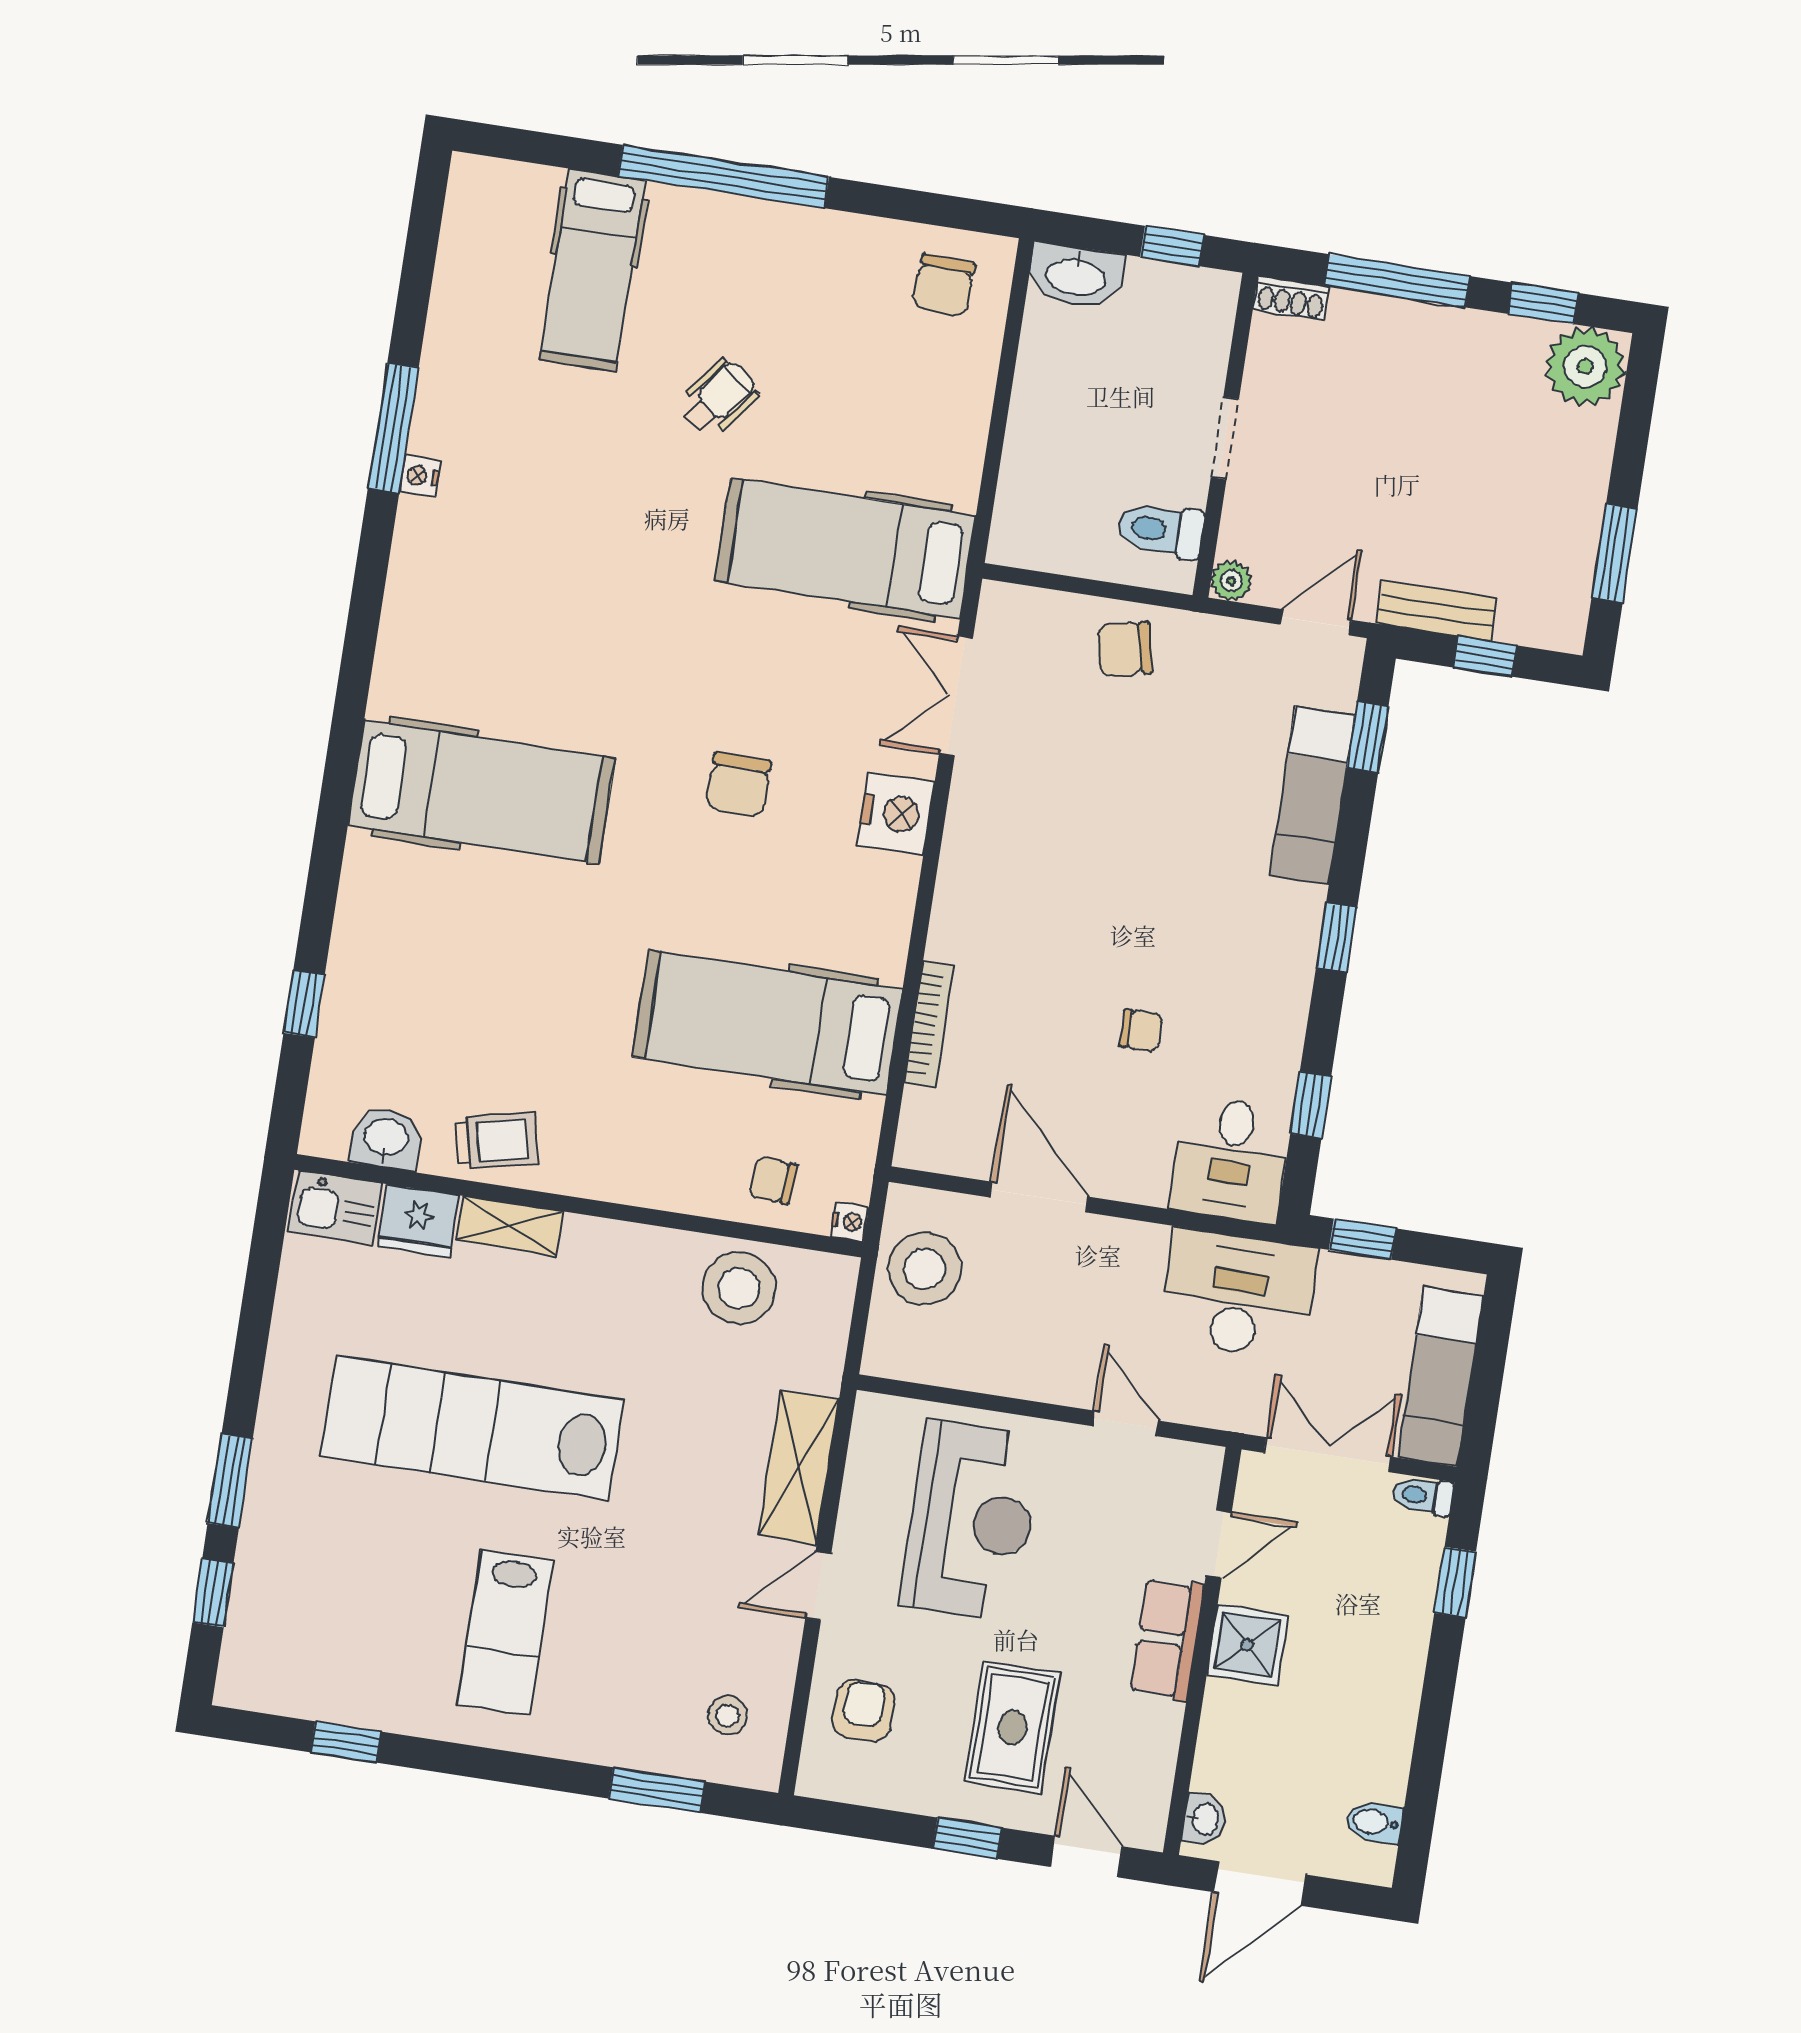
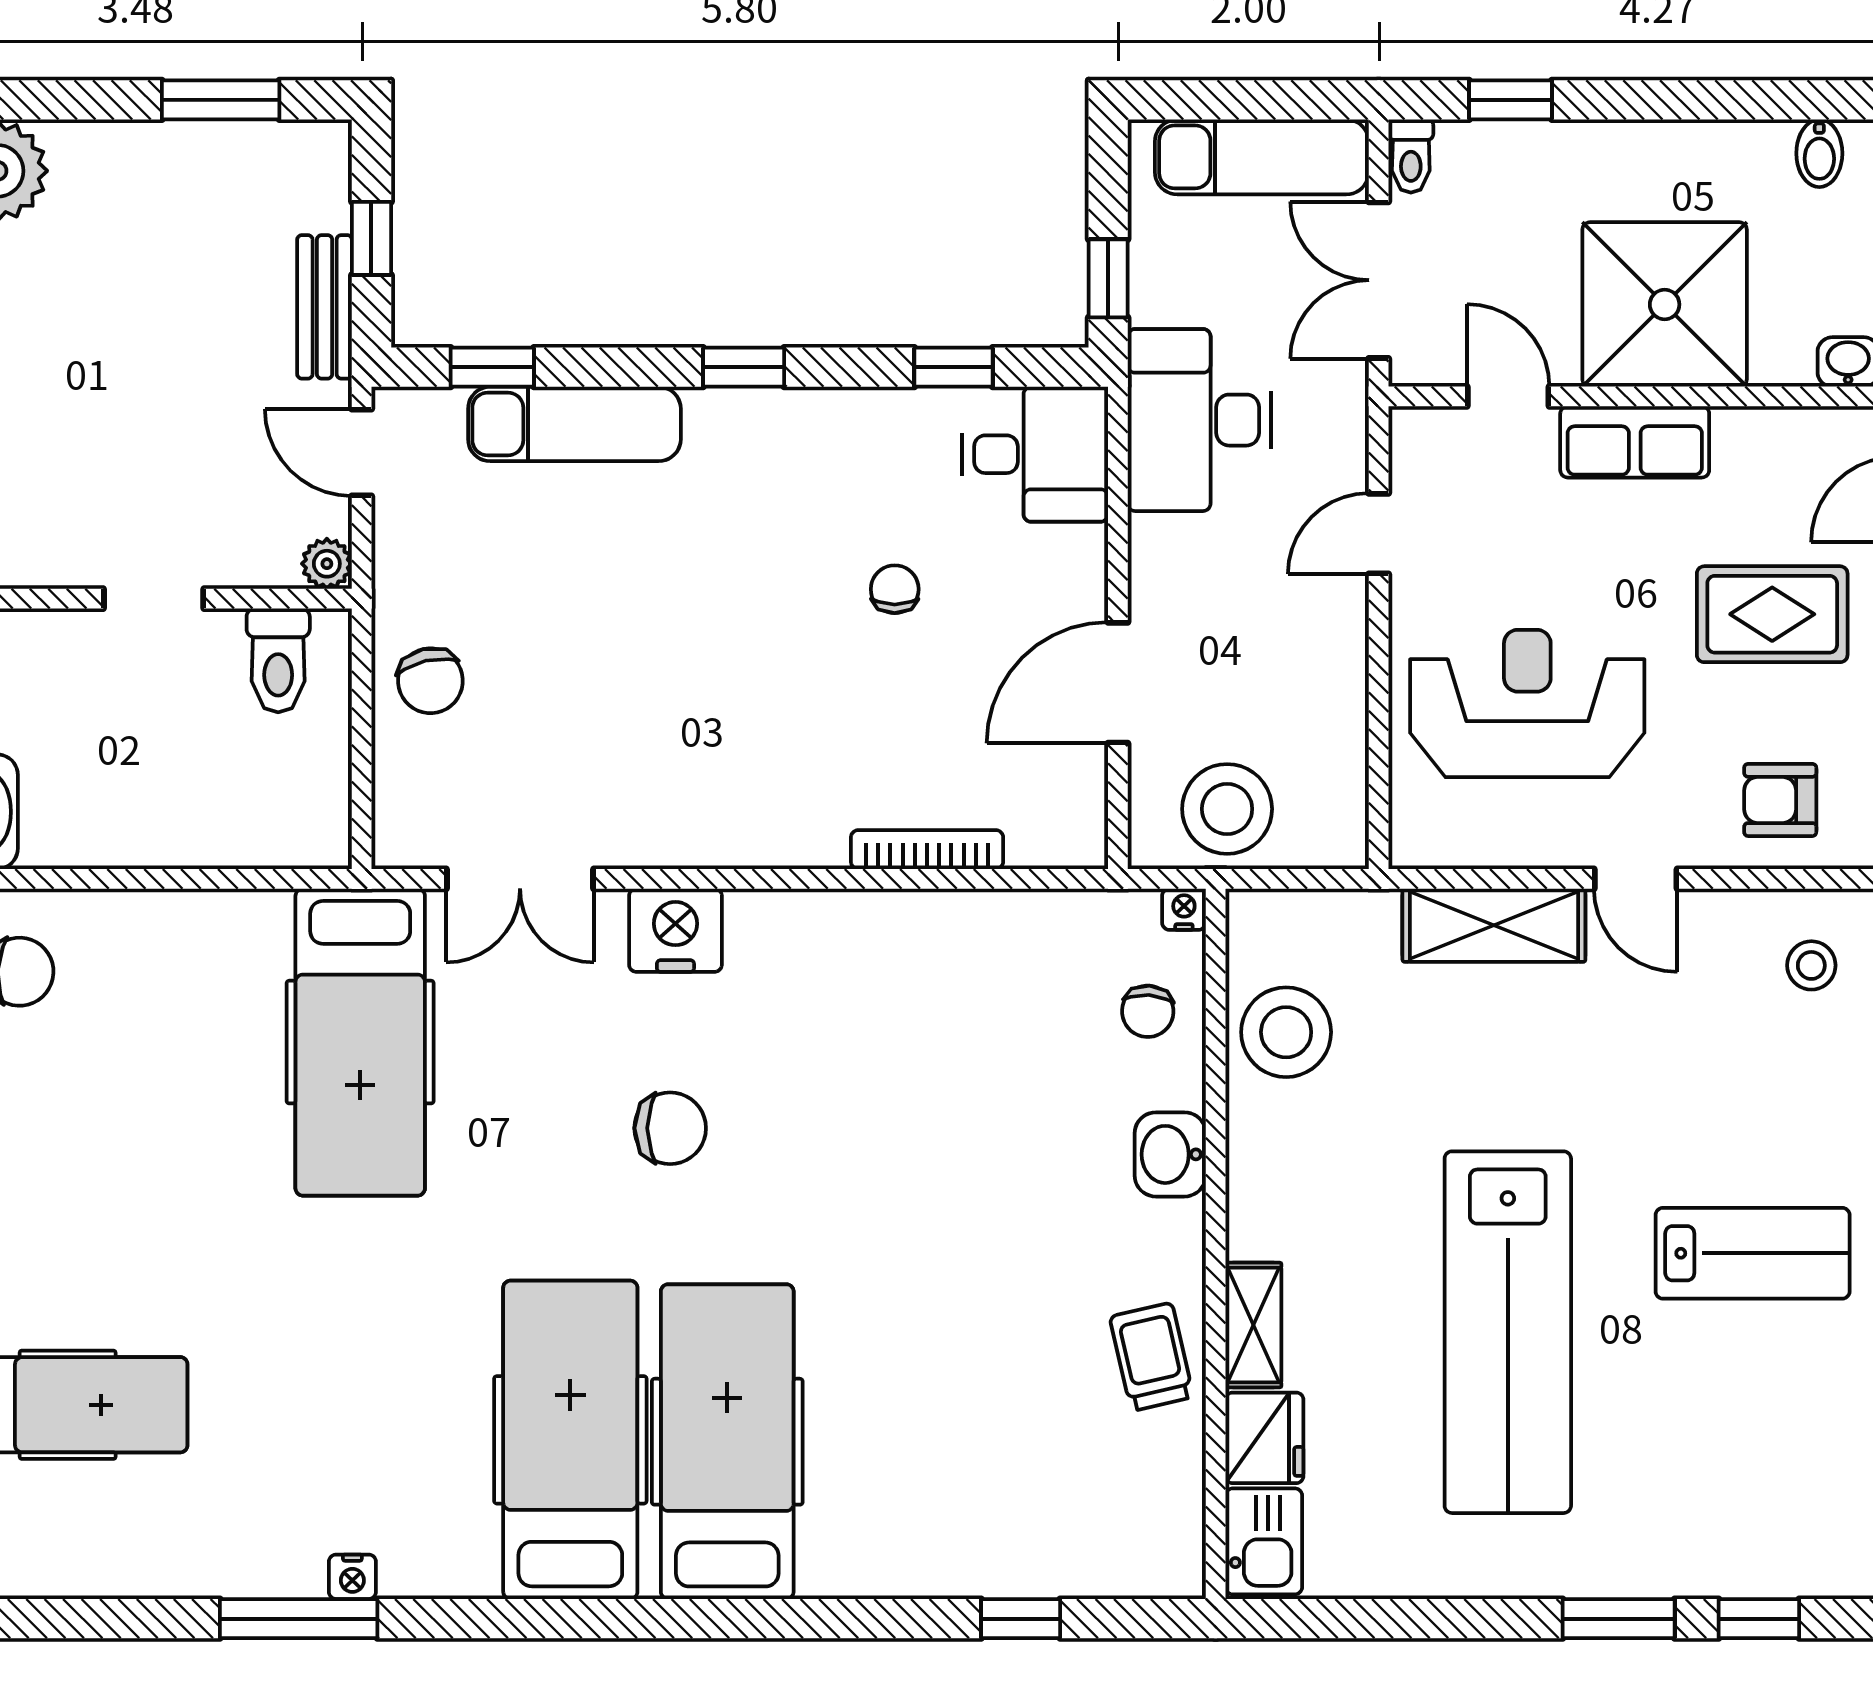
wheelchair: (718, 398) -> (200, 1226), removed
hospital bed: (767, 1023) -> (570, 1440), moved, turned 180
washbasin: (386, 1139) -> (1170, 1154), moved
shower: (1247, 1645) -> (1665, 304), width x1.86, depth x1.86

